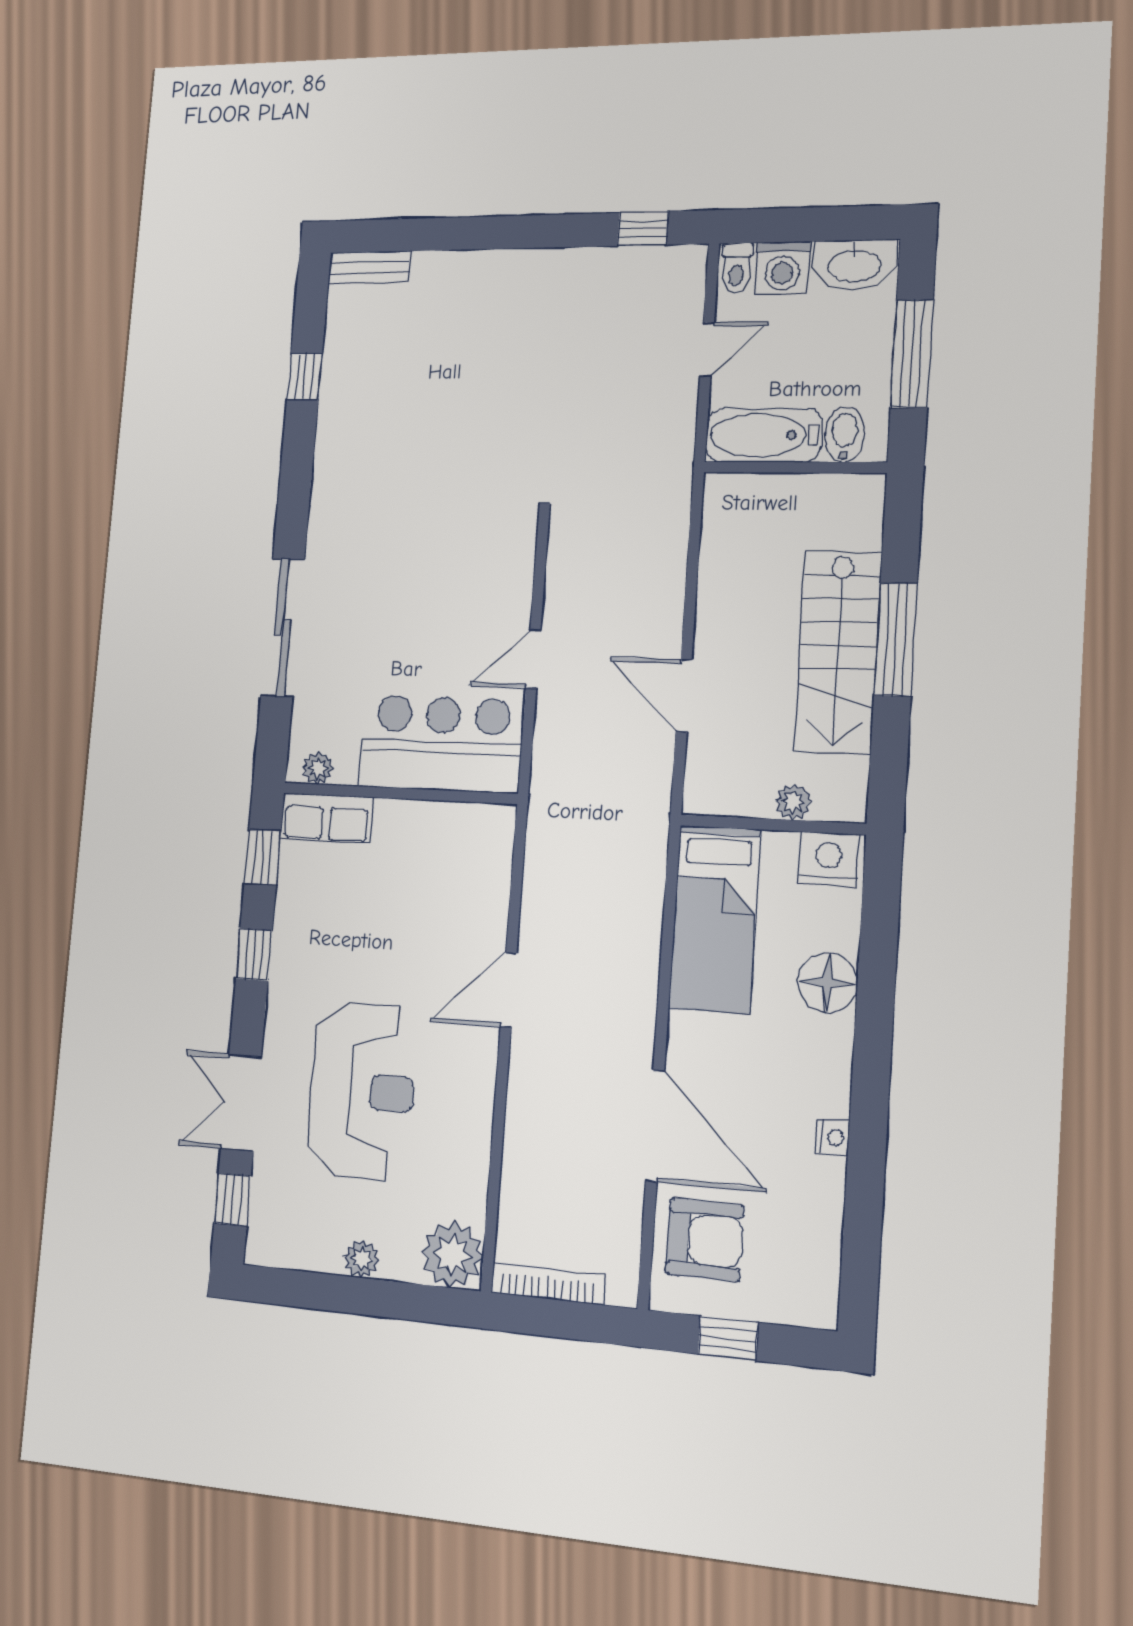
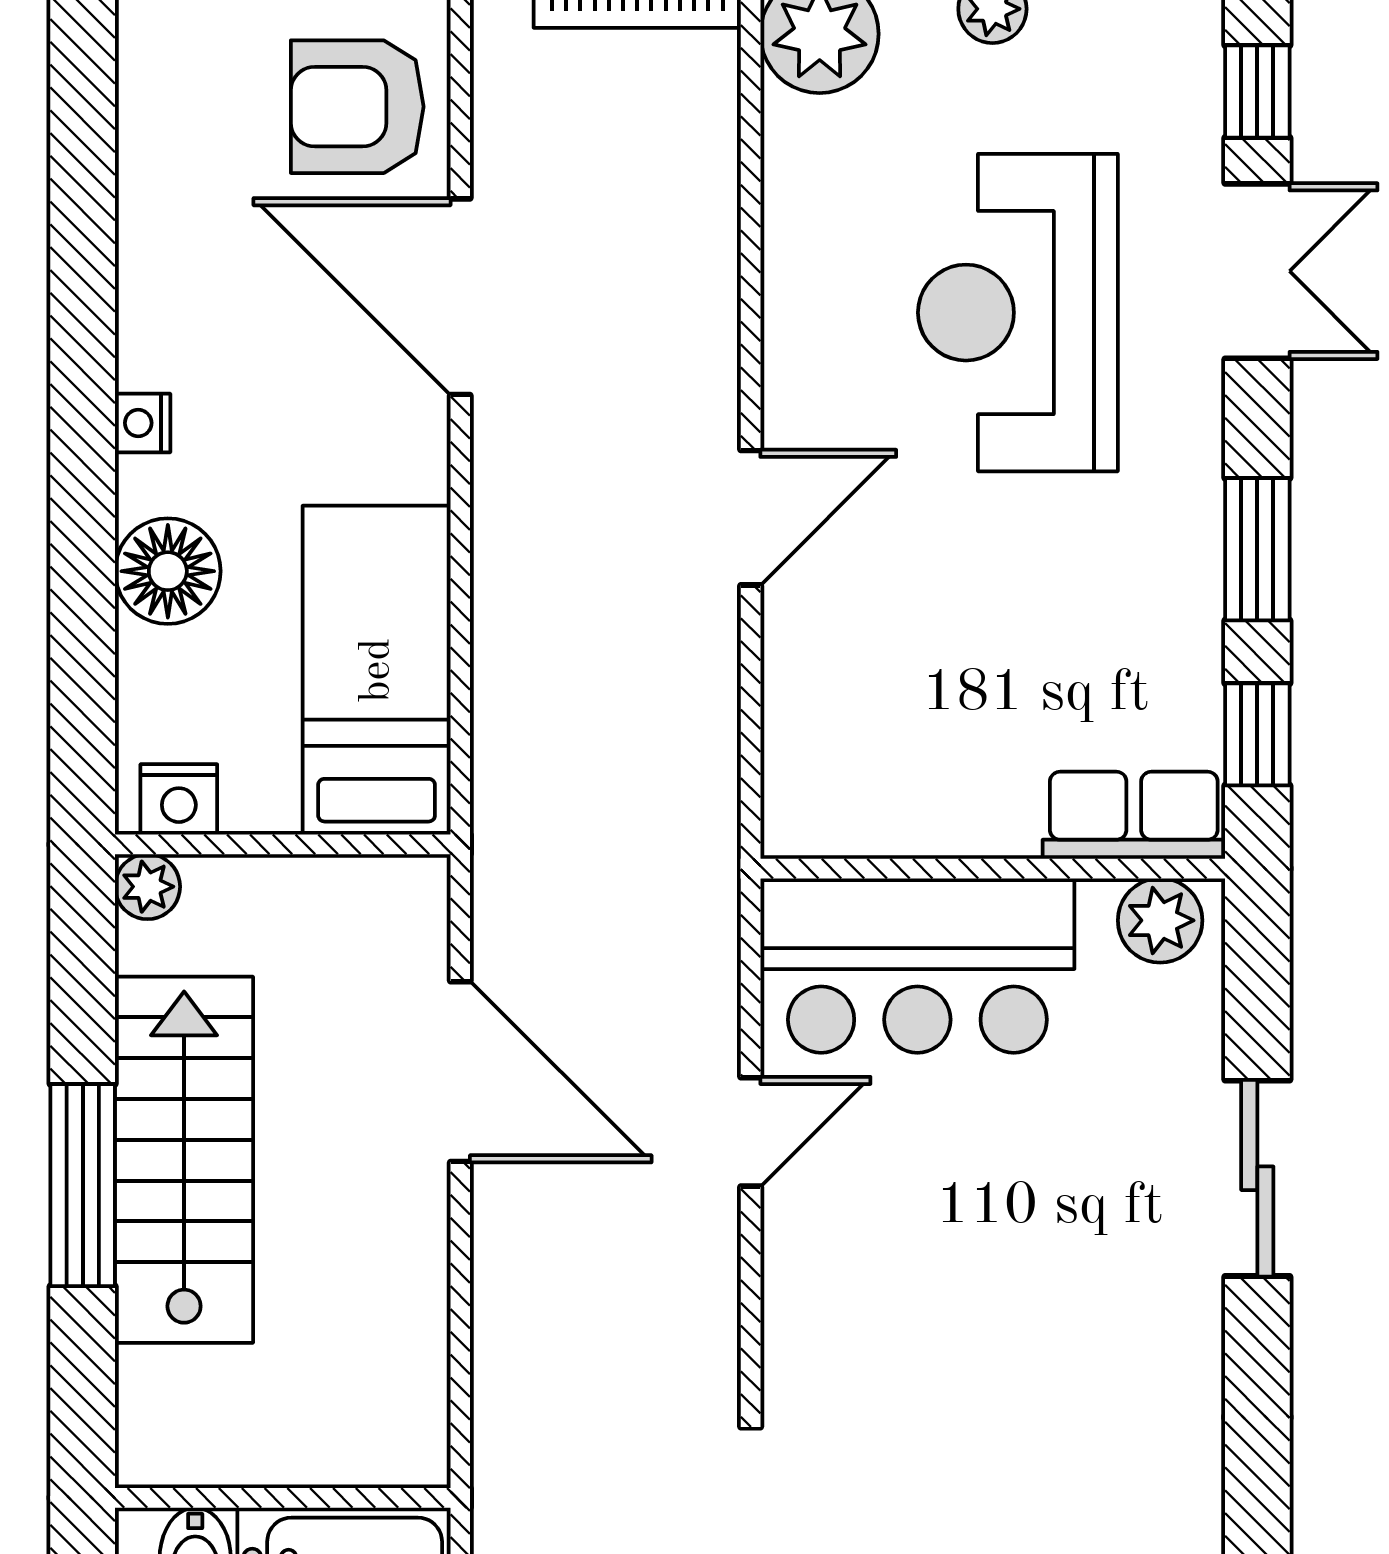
sliding door: (283, 627) -> (1257, 1178), width x0.73
door: (684, 696) -> (460, 1072), width x1.36
plant: (318, 768) -> (1160, 920), width x1.38, depth x1.38
plant: (793, 802) -> (148, 887), moved
nightstand: (829, 859) -> (179, 799), width x0.74, depth x0.75
window: (254, 955) -> (1257, 549), width x1.50
nightstand: (833, 1138) -> (143, 423), moved

